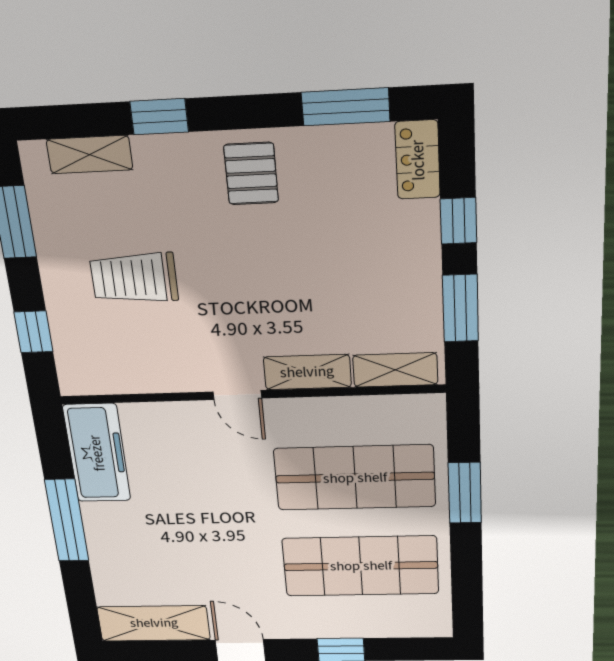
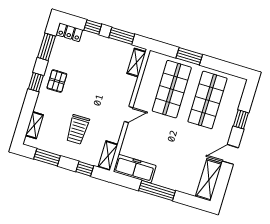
window: (159, 117) -> (36, 82), moved
pallet: (251, 174) -> (57, 81), turned 90
shelving: (307, 372) -> (108, 156), moved

